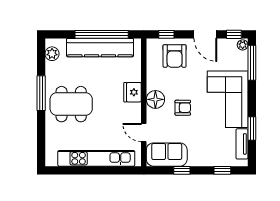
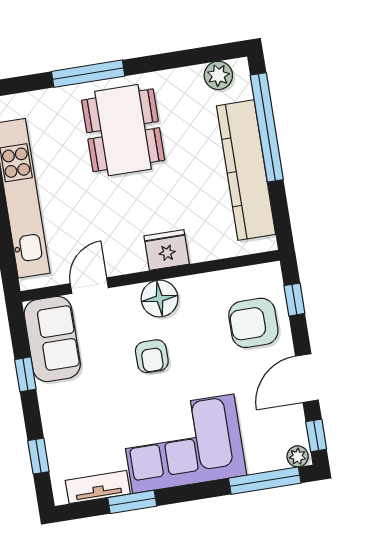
window: (102, 34) -> (267, 127), moved
window: (41, 93) -> (88, 74), moved

